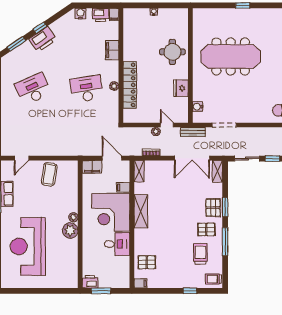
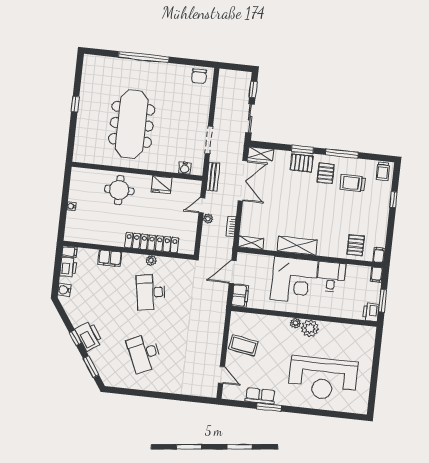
filing cabinet: (123, 187) -> (377, 275), moved

